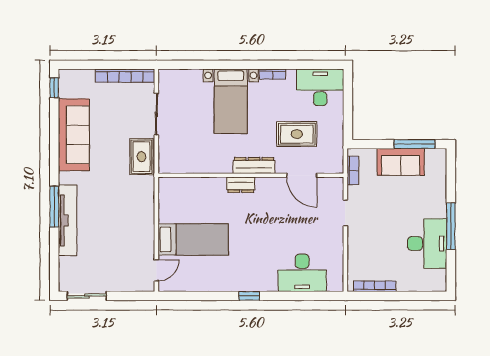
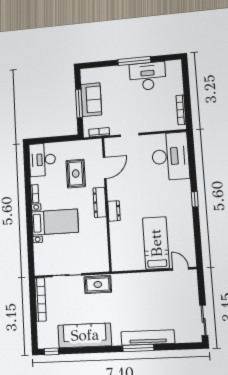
window: (414, 144) -> (79, 103), moved
desk: (302, 273) -> (170, 156), width x1.36, depth x1.30

